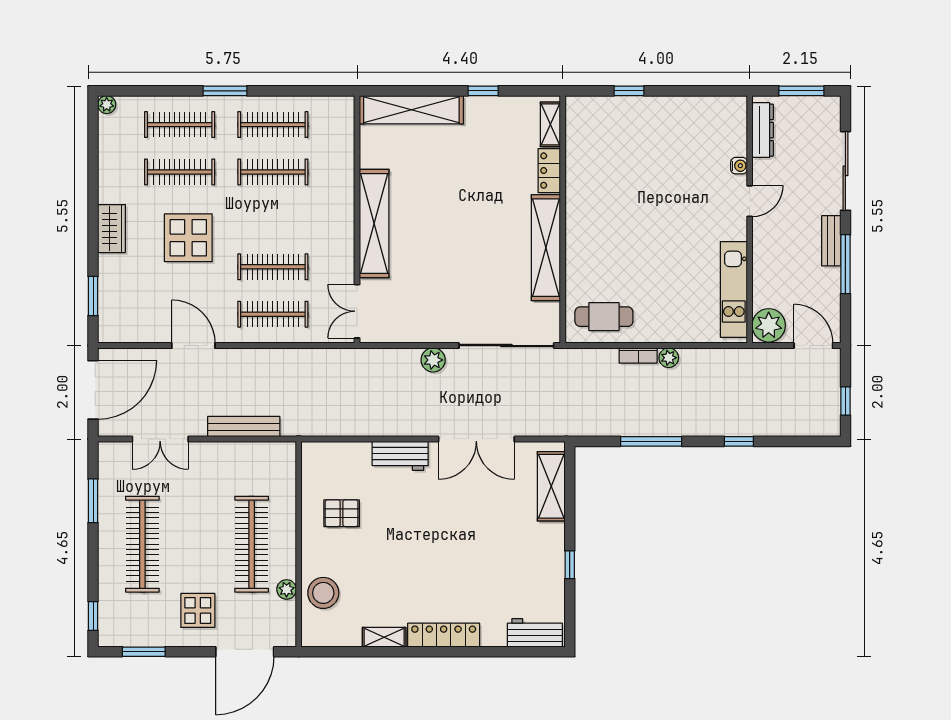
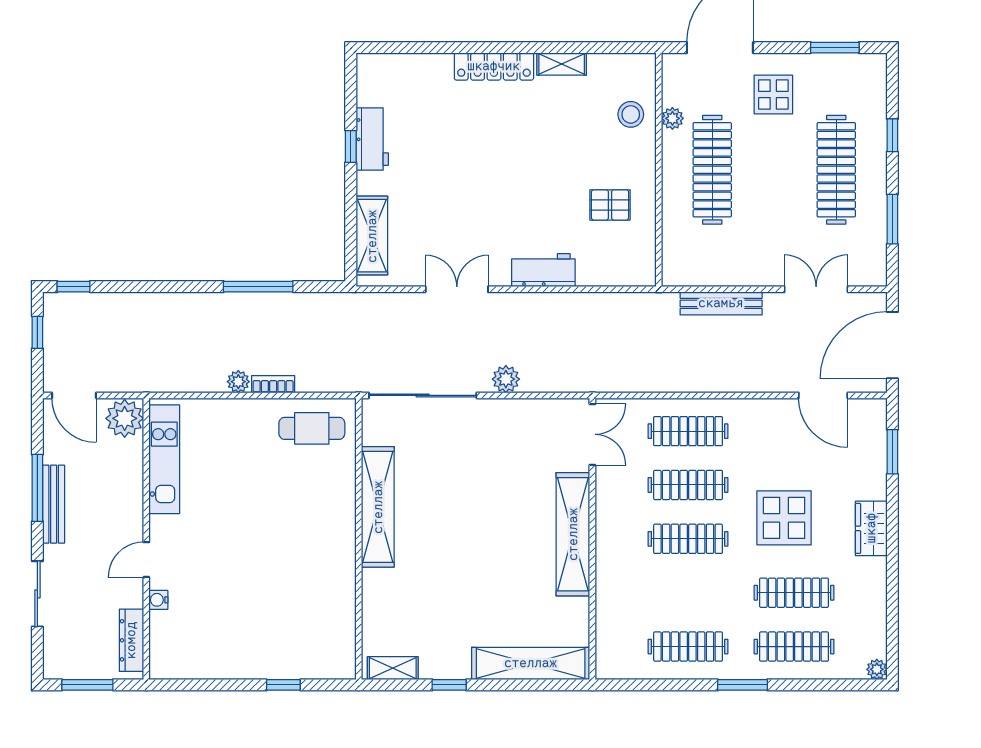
shelving: (550, 124) -> (393, 668), moved, turned 90
locker: (549, 171) -> (374, 594), removed
sliding door: (845, 171) -> (37, 594), width x0.73
clothes rail: (273, 172) -> (688, 539), moved
bench: (831, 241) -> (54, 504), width x1.36
door: (193, 346) -> (823, 395), moved
double door: (476, 439) -> (457, 289), width x0.73
window: (739, 441) -> (74, 287), moved
stool: (323, 593) -> (631, 114), width x0.73, depth x0.73
window: (93, 616) -> (892, 135), moved
workbench: (535, 633) -> (372, 139), moved, turned -90

